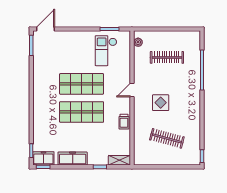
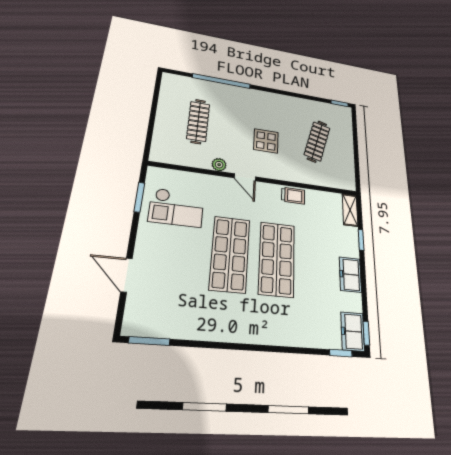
door: (46, 29) -> (127, 275), moved
plant: (138, 42) -> (219, 165), moved
freezer: (73, 159) -> (350, 275), width x0.71

